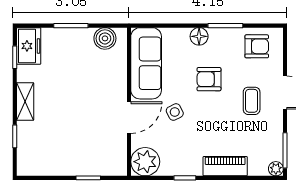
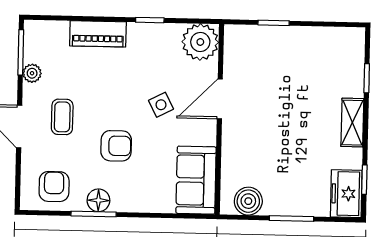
floor lamp: (199, 36) -> (98, 200), moved
armchair: (257, 46) -> (54, 187), turned 90
sofa: (146, 63) -> (196, 180), width x0.73
plant: (276, 169) -> (32, 73), moved

